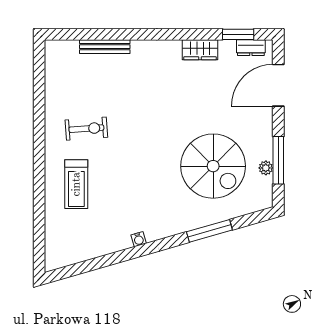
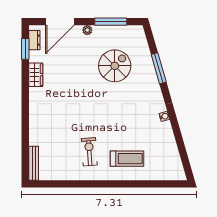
bench: (105, 47) -> (34, 163), moved
door: (278, 85) -> (60, 22), hinge flipped
spiral stairs: (213, 166) -> (115, 66), width x0.73, depth x0.73
plant: (266, 168) -> (87, 30), moved

